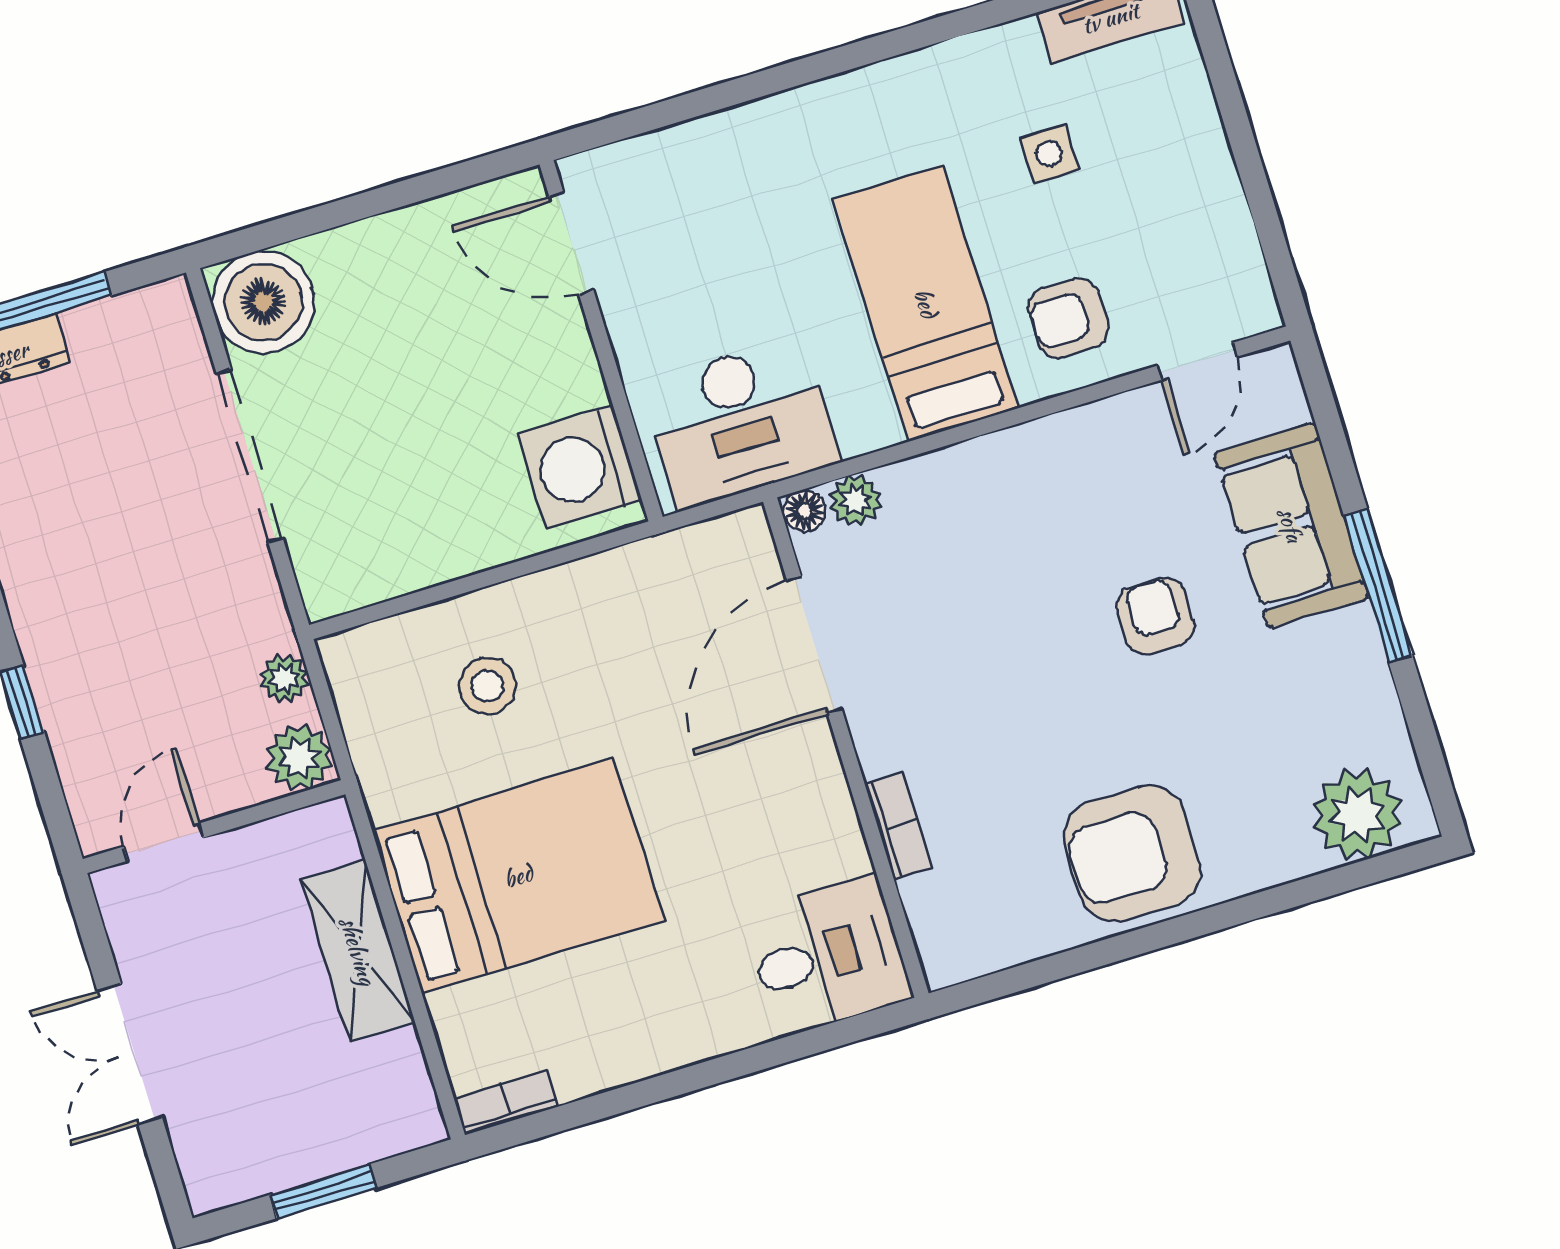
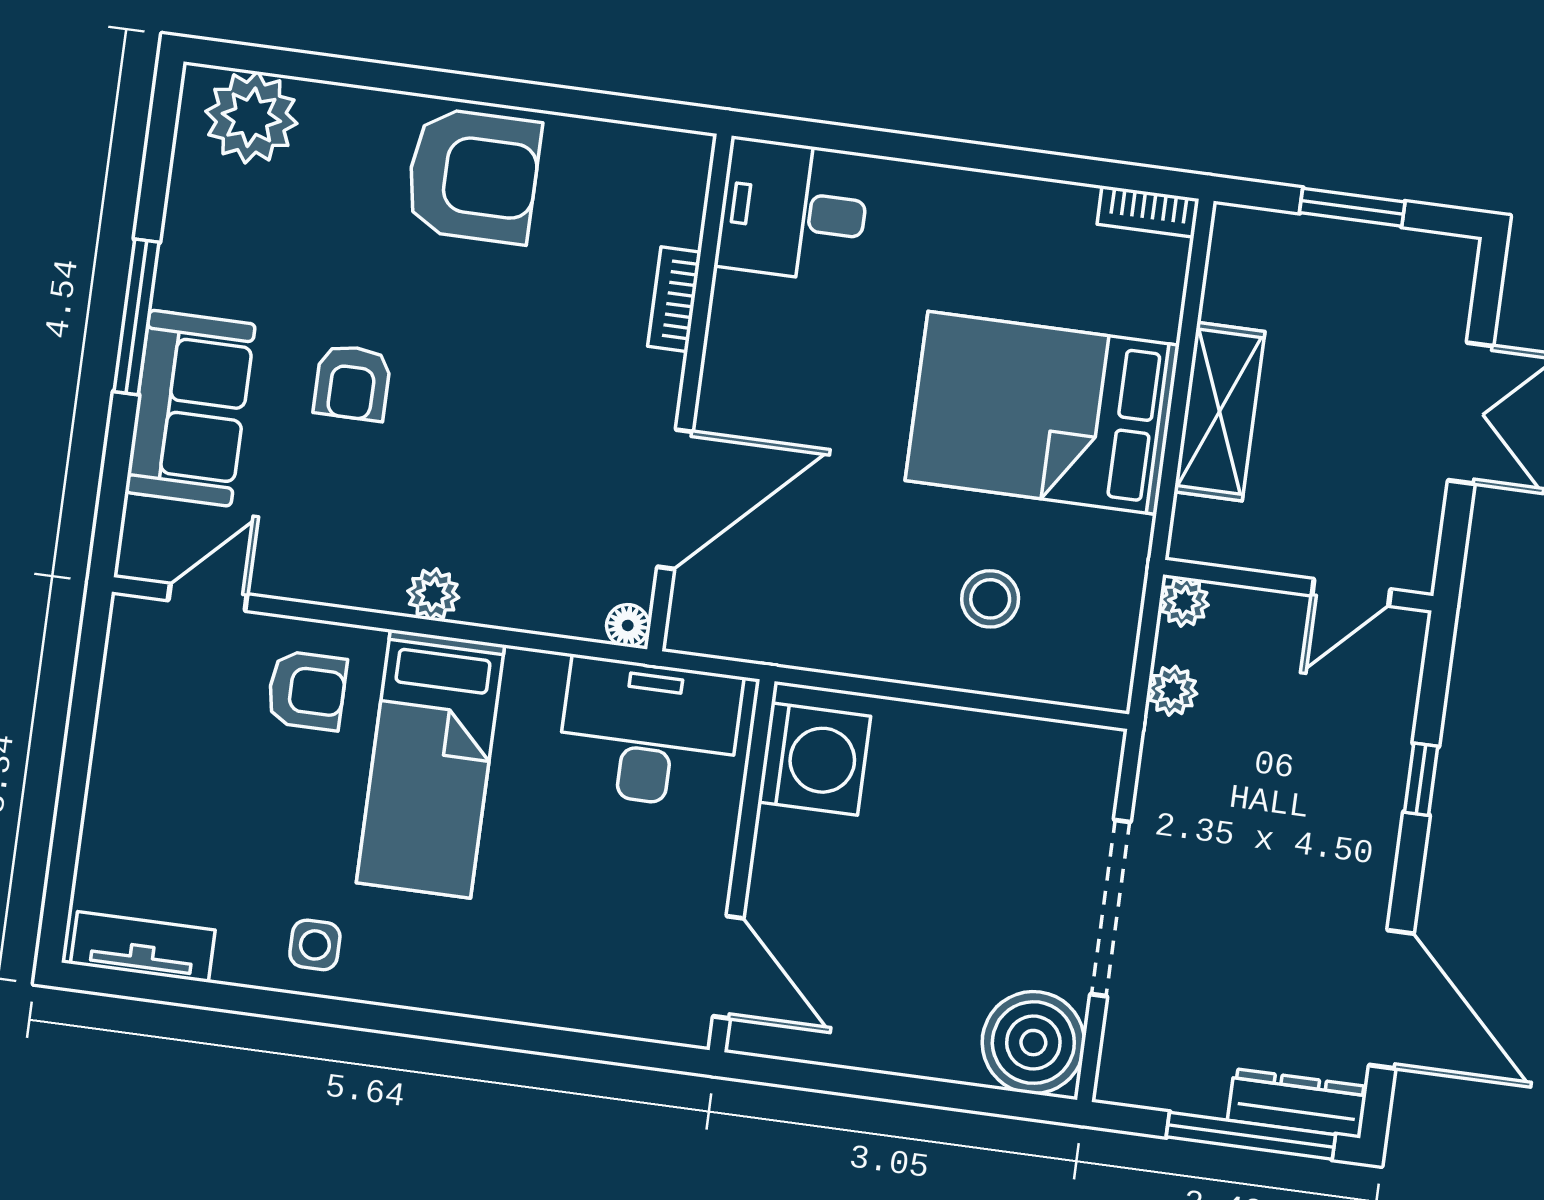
side table: (1049, 154) -> (315, 945), moved
plant: (855, 500) -> (433, 594), moved
plant: (299, 758) -> (1184, 602), width x0.73, depth x0.73

